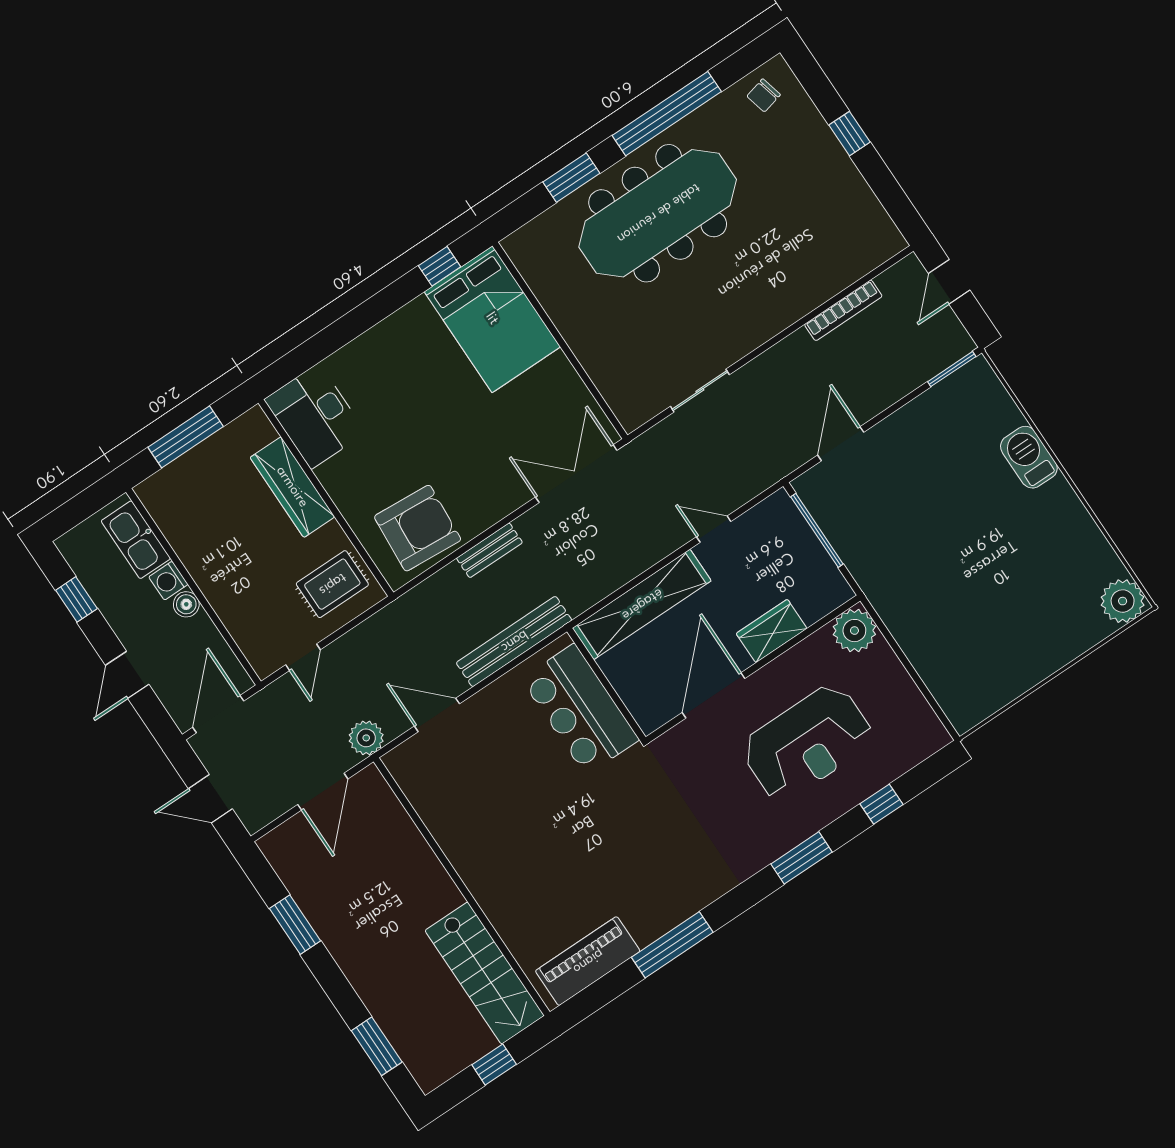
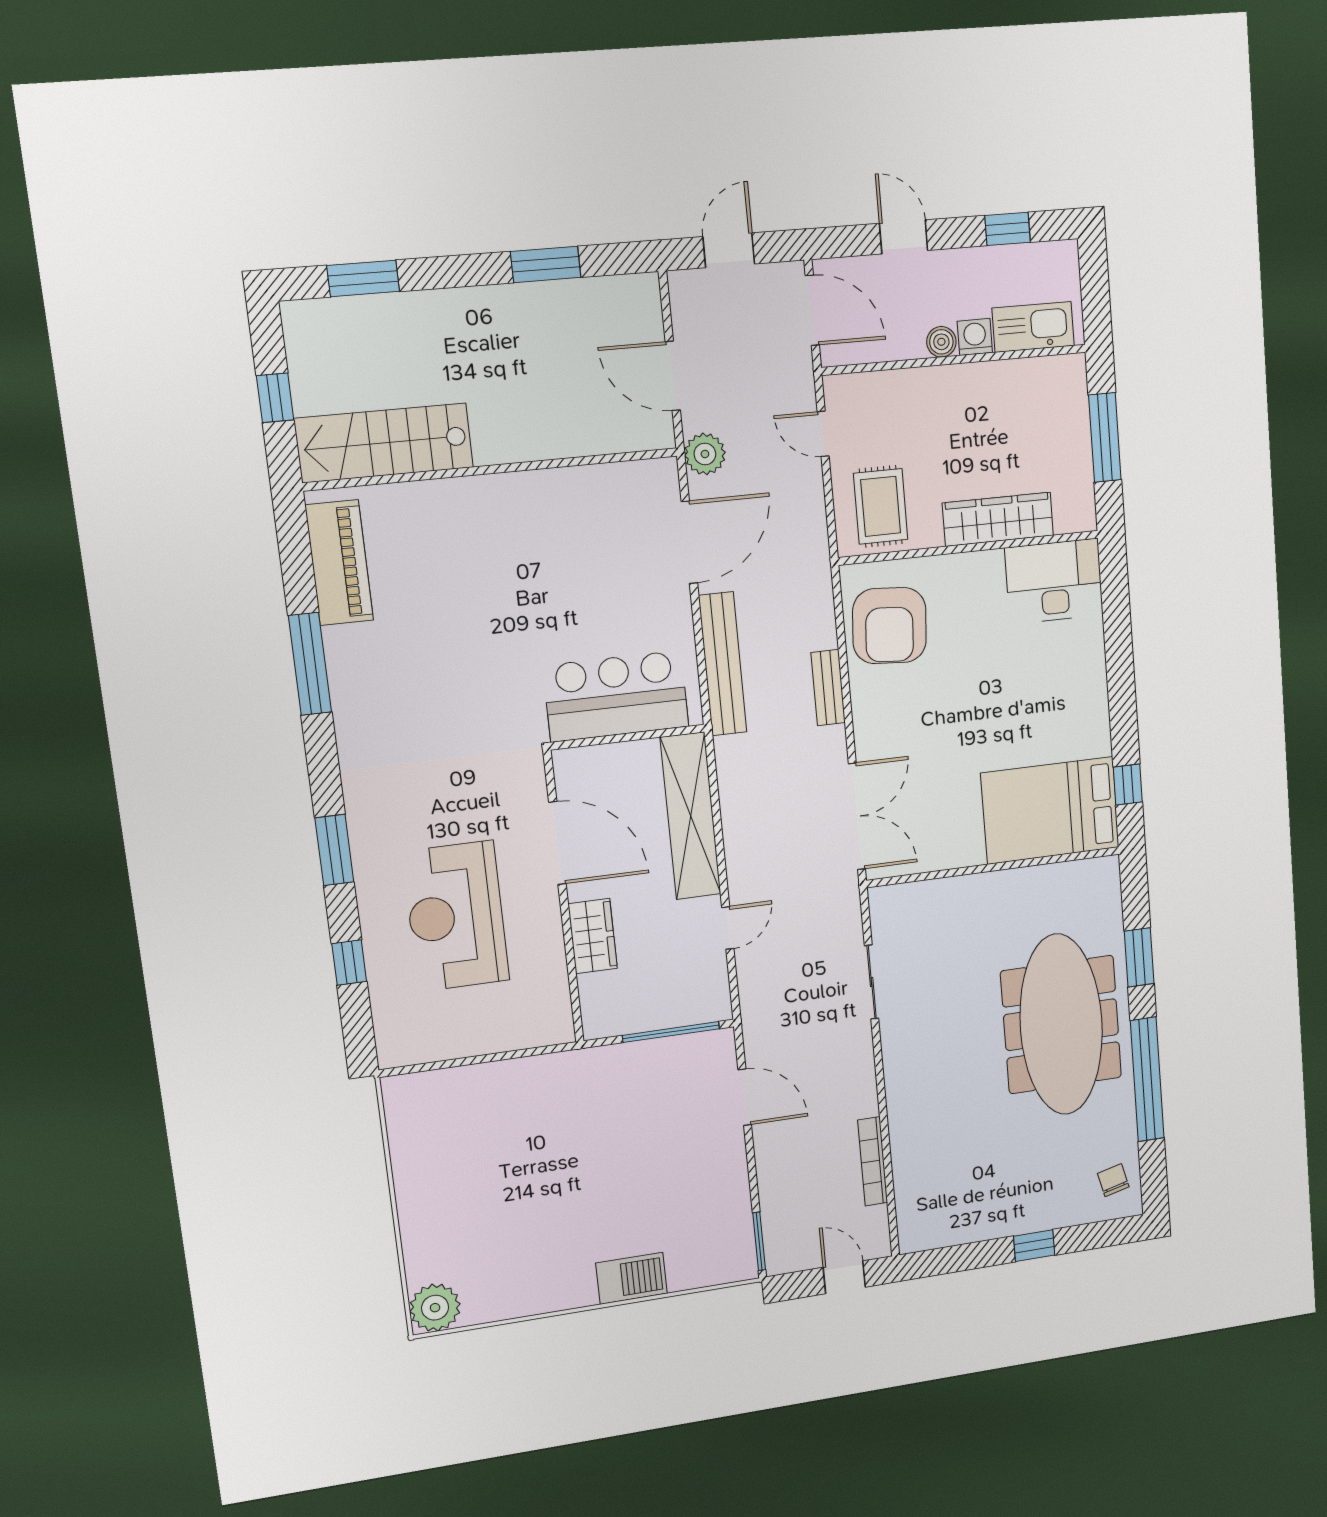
plant: (854, 631) -> (548, 1021), removed
door: (437, 715) -> (689, 542), width x1.36

